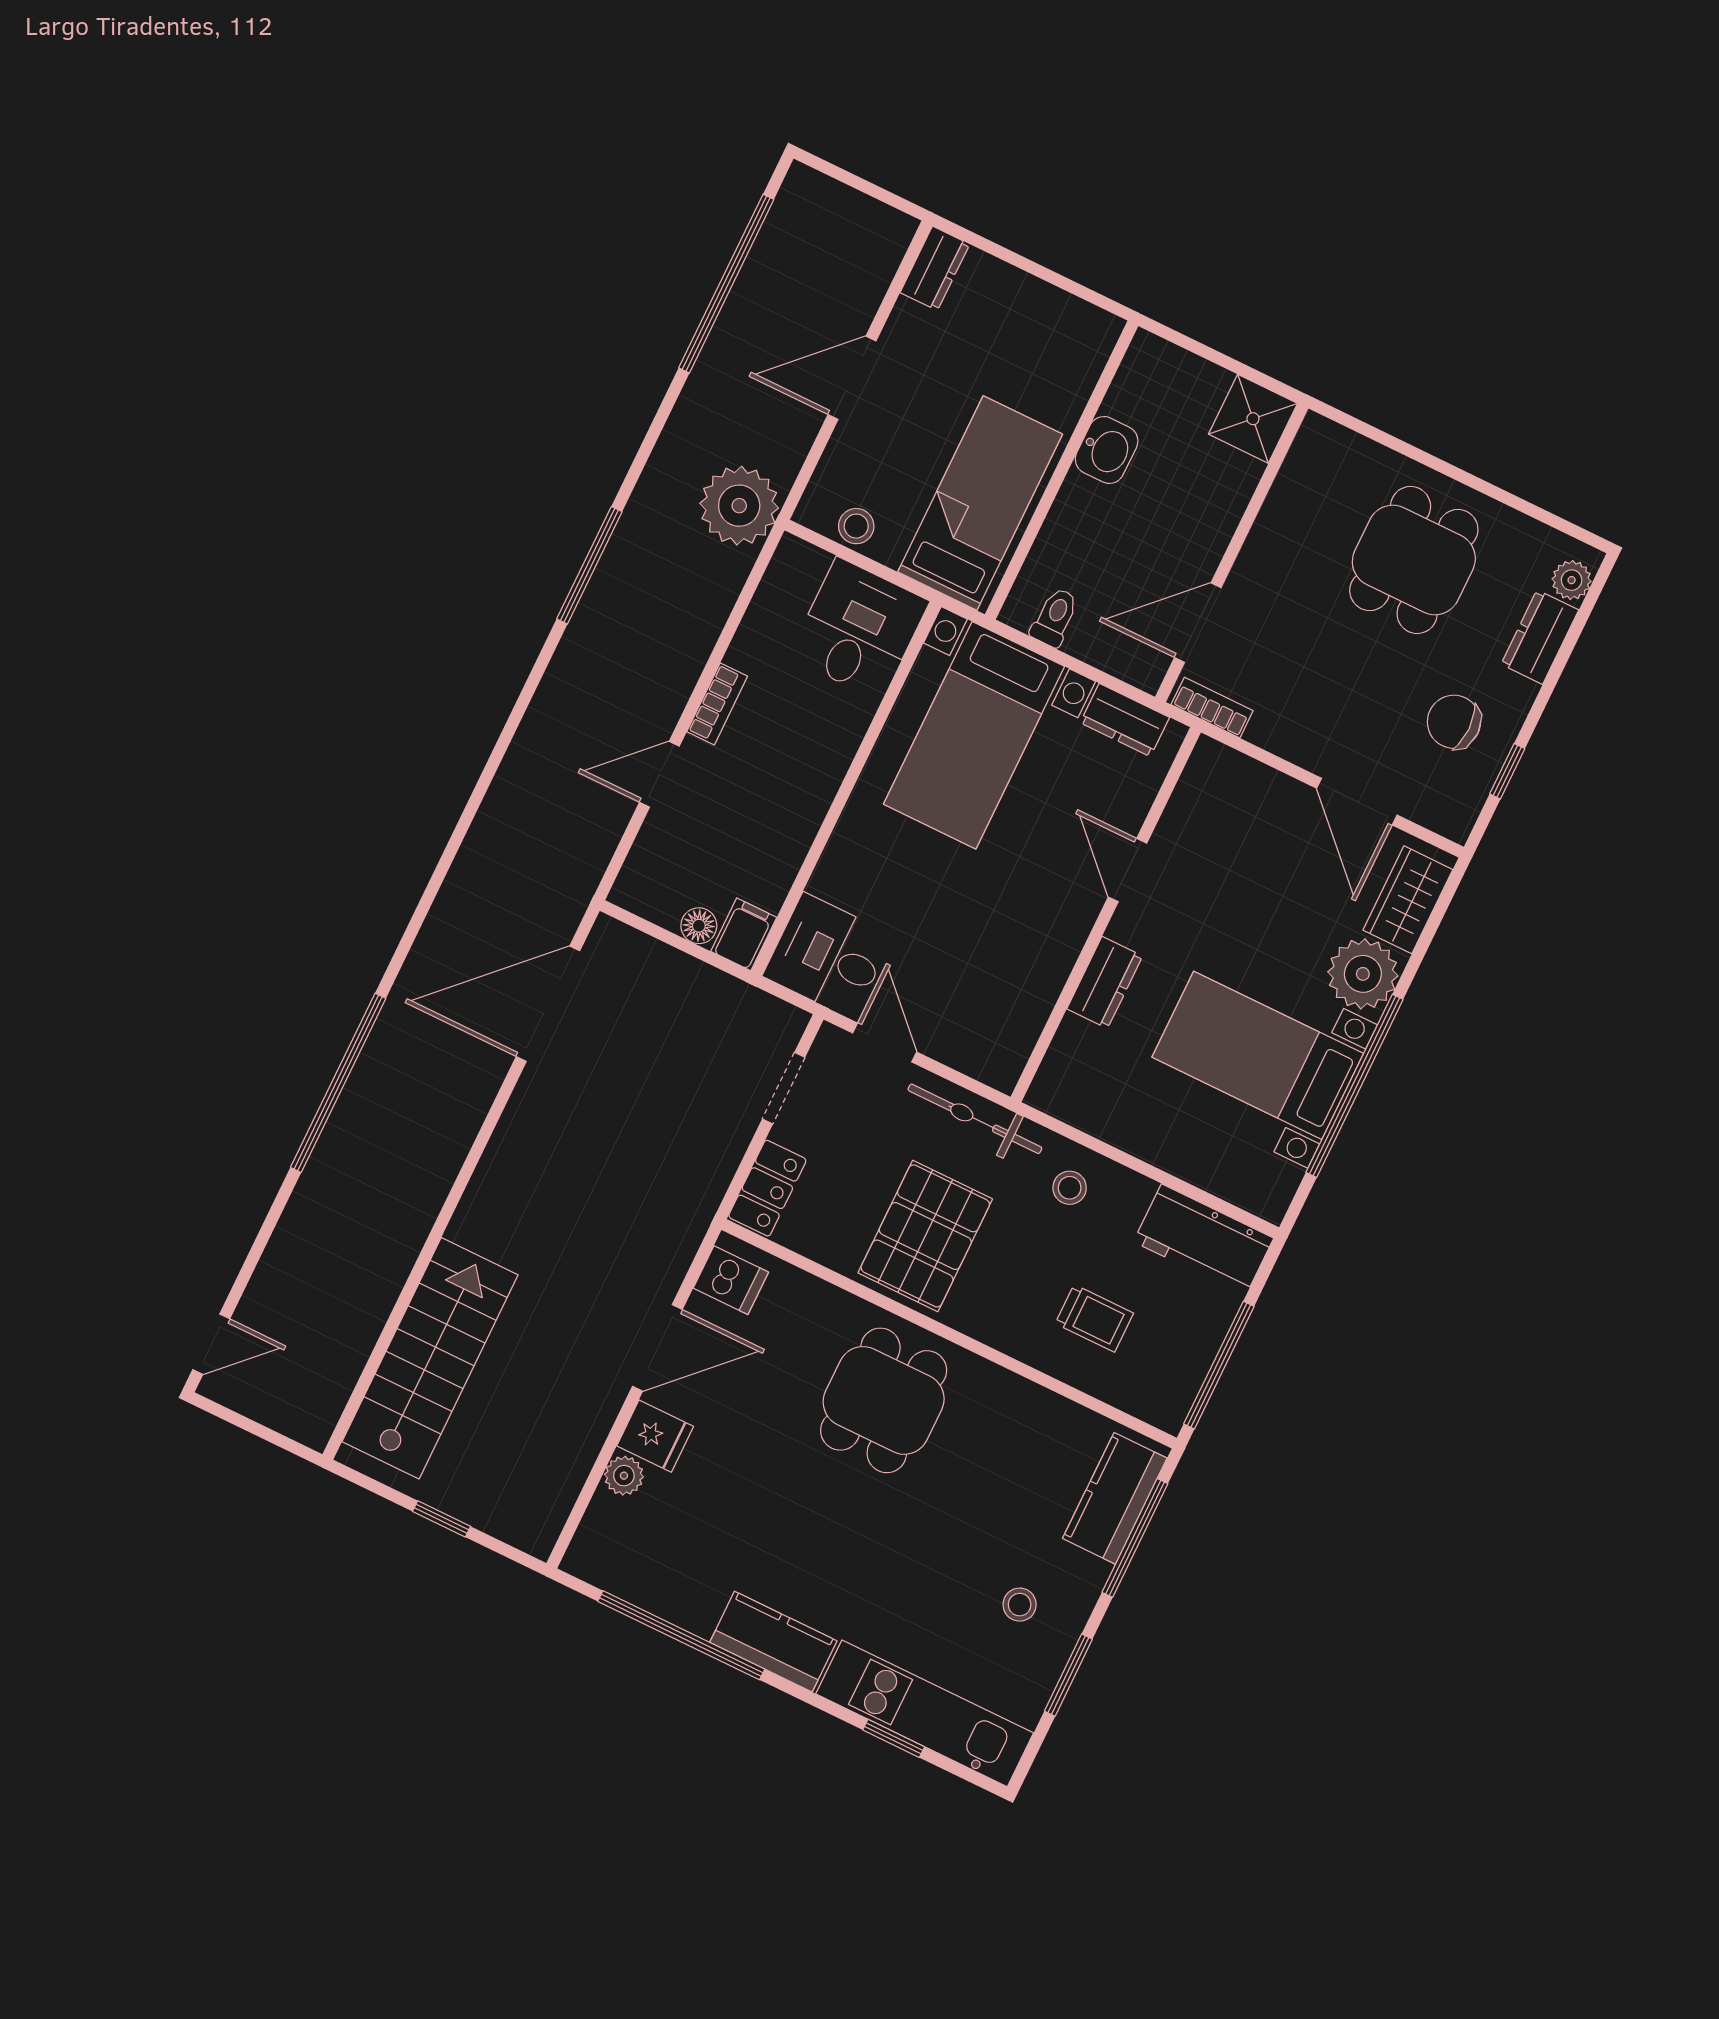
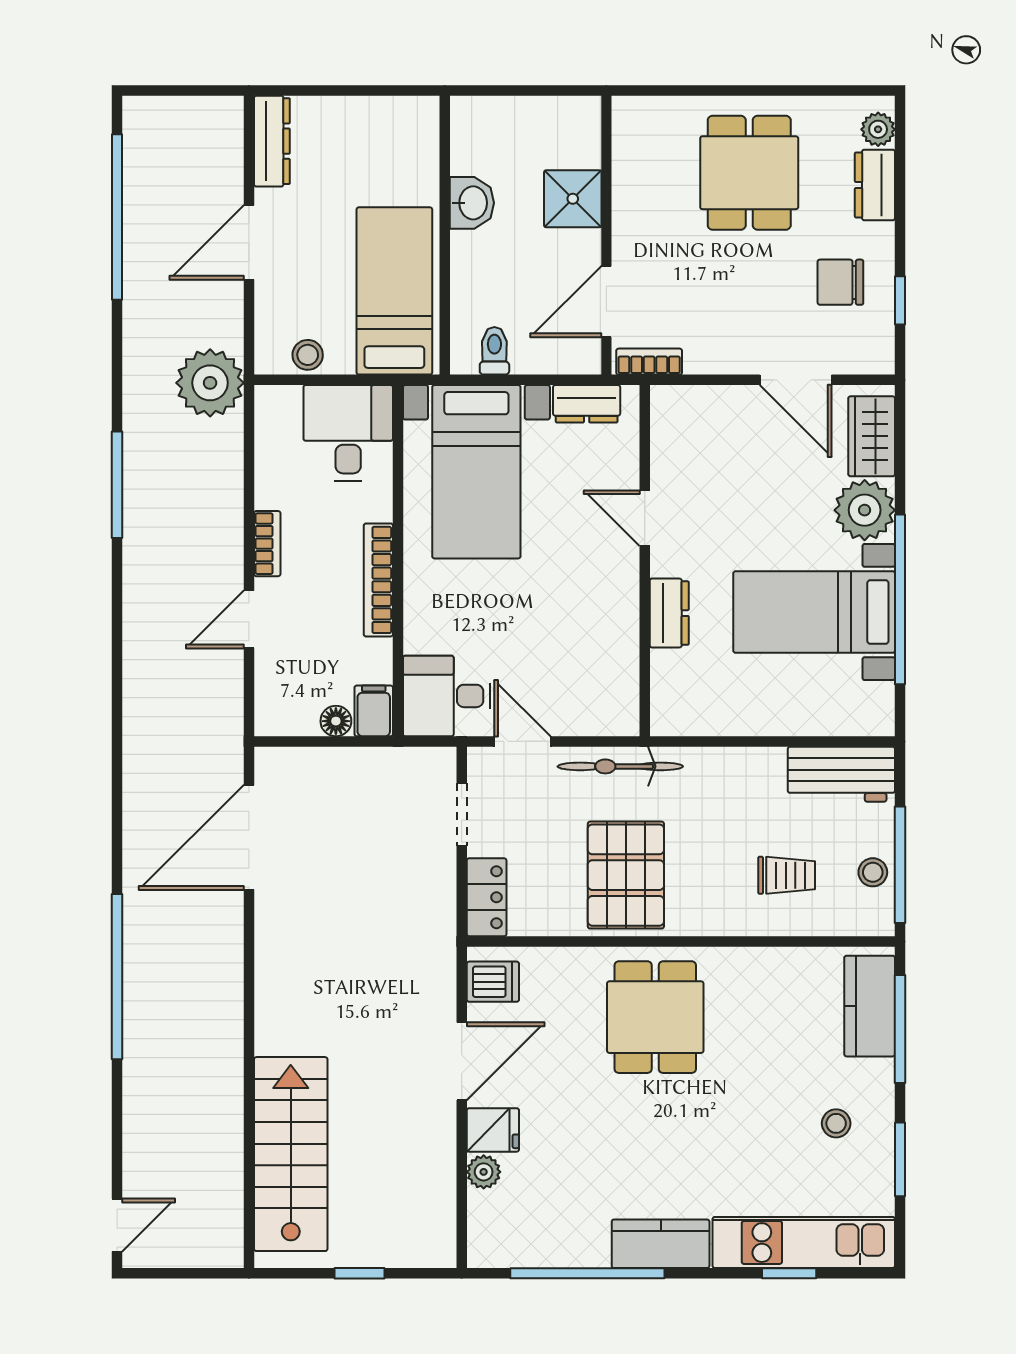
dresser: (935, 268) -> (272, 141), width x1.44
shower: (1253, 419) -> (573, 199), moved
bookcase: (816, 799) -> (378, 580), added
stool: (1070, 1188) -> (873, 872), moved

